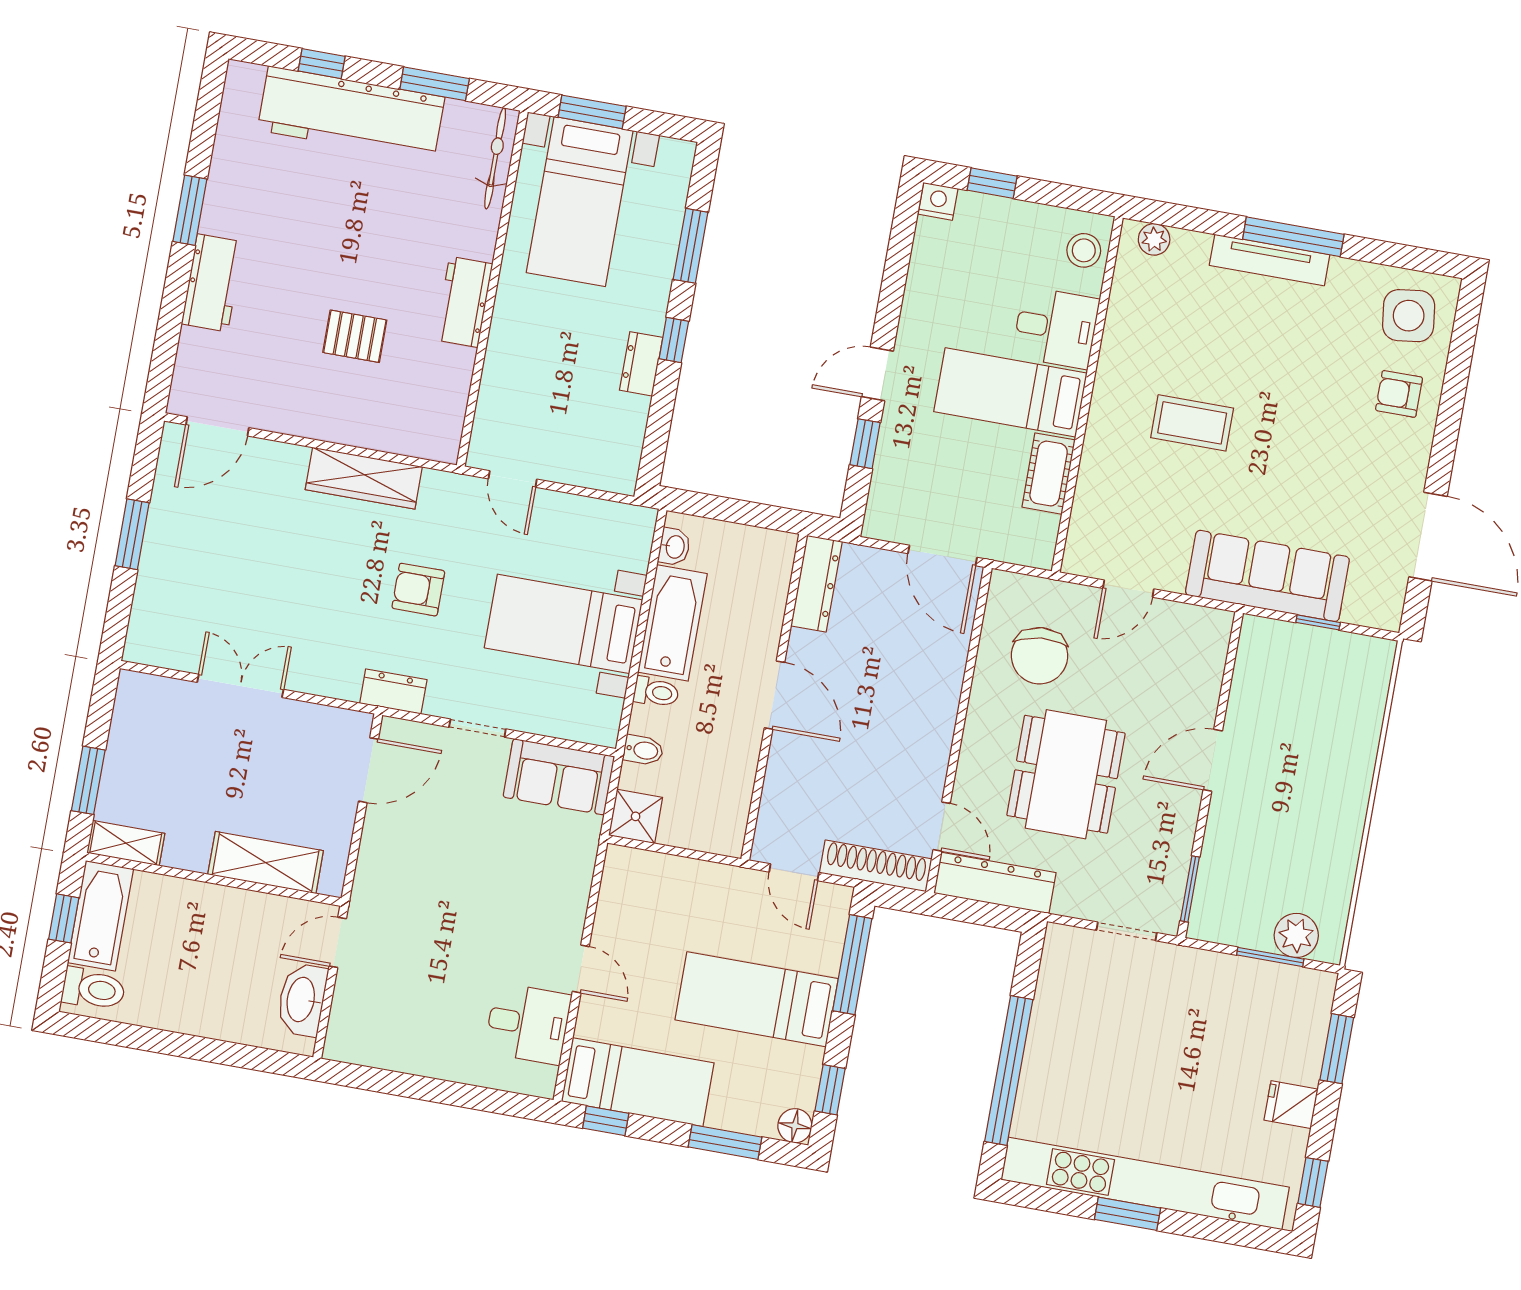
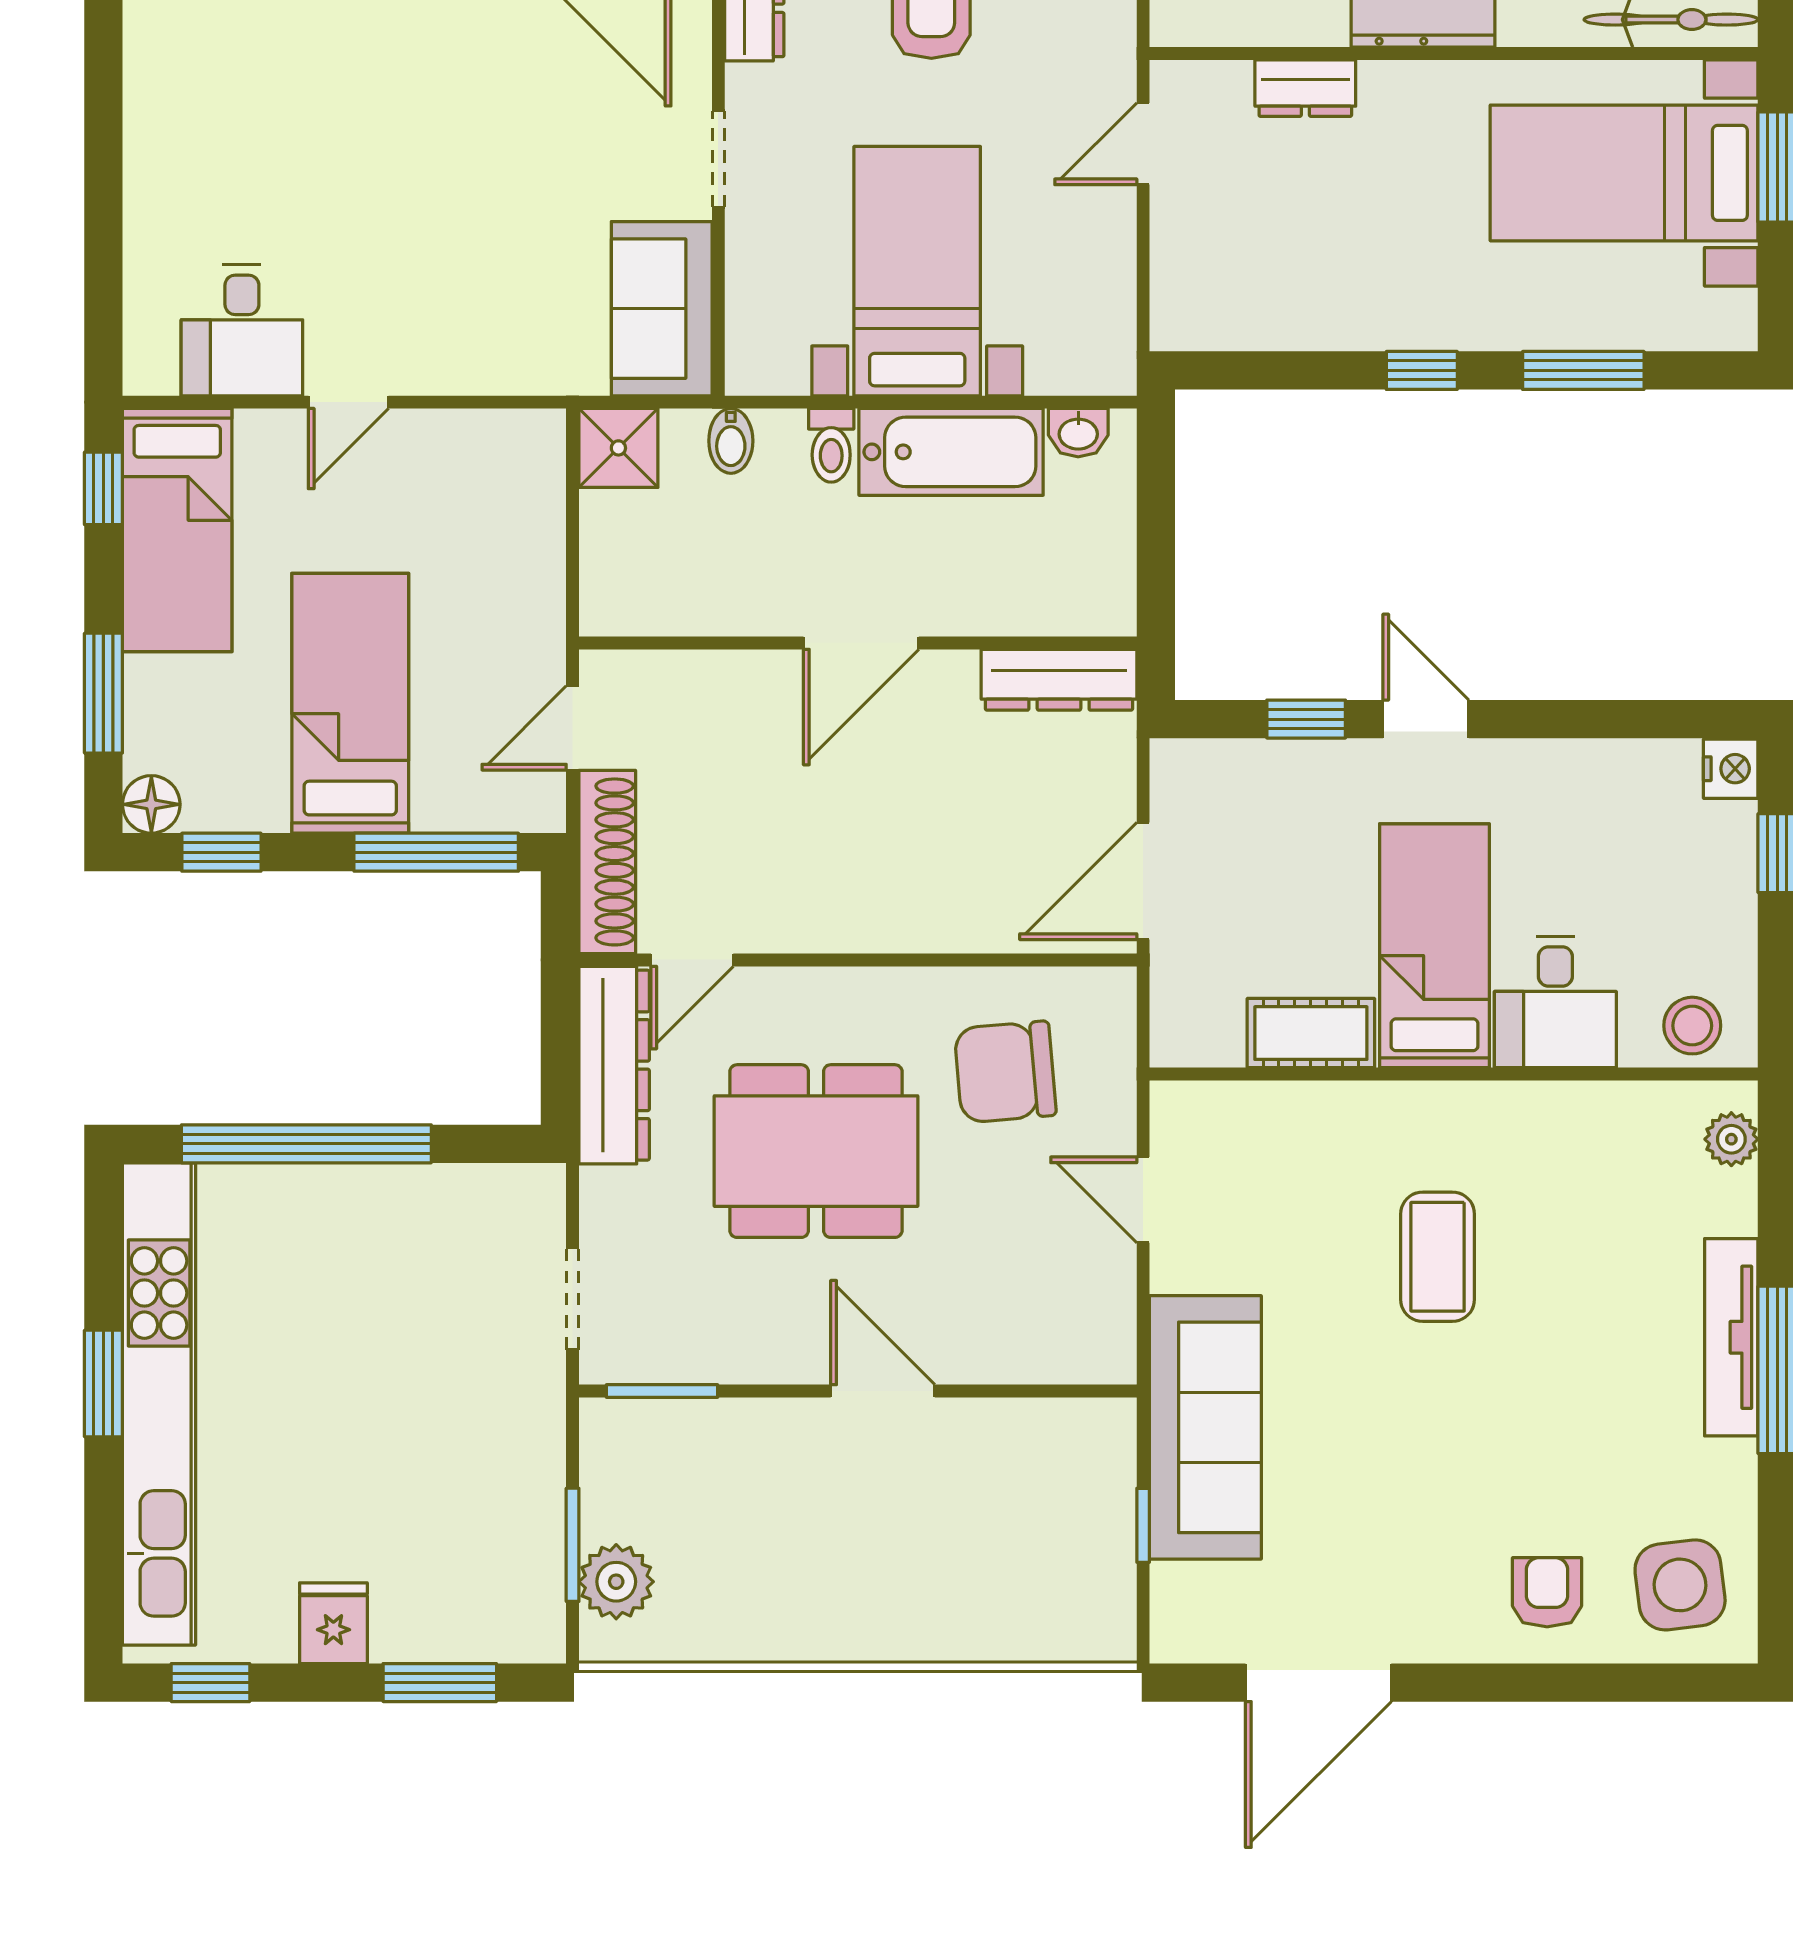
dresser: (641, 364) -> (1305, 88), moved, turned 180

